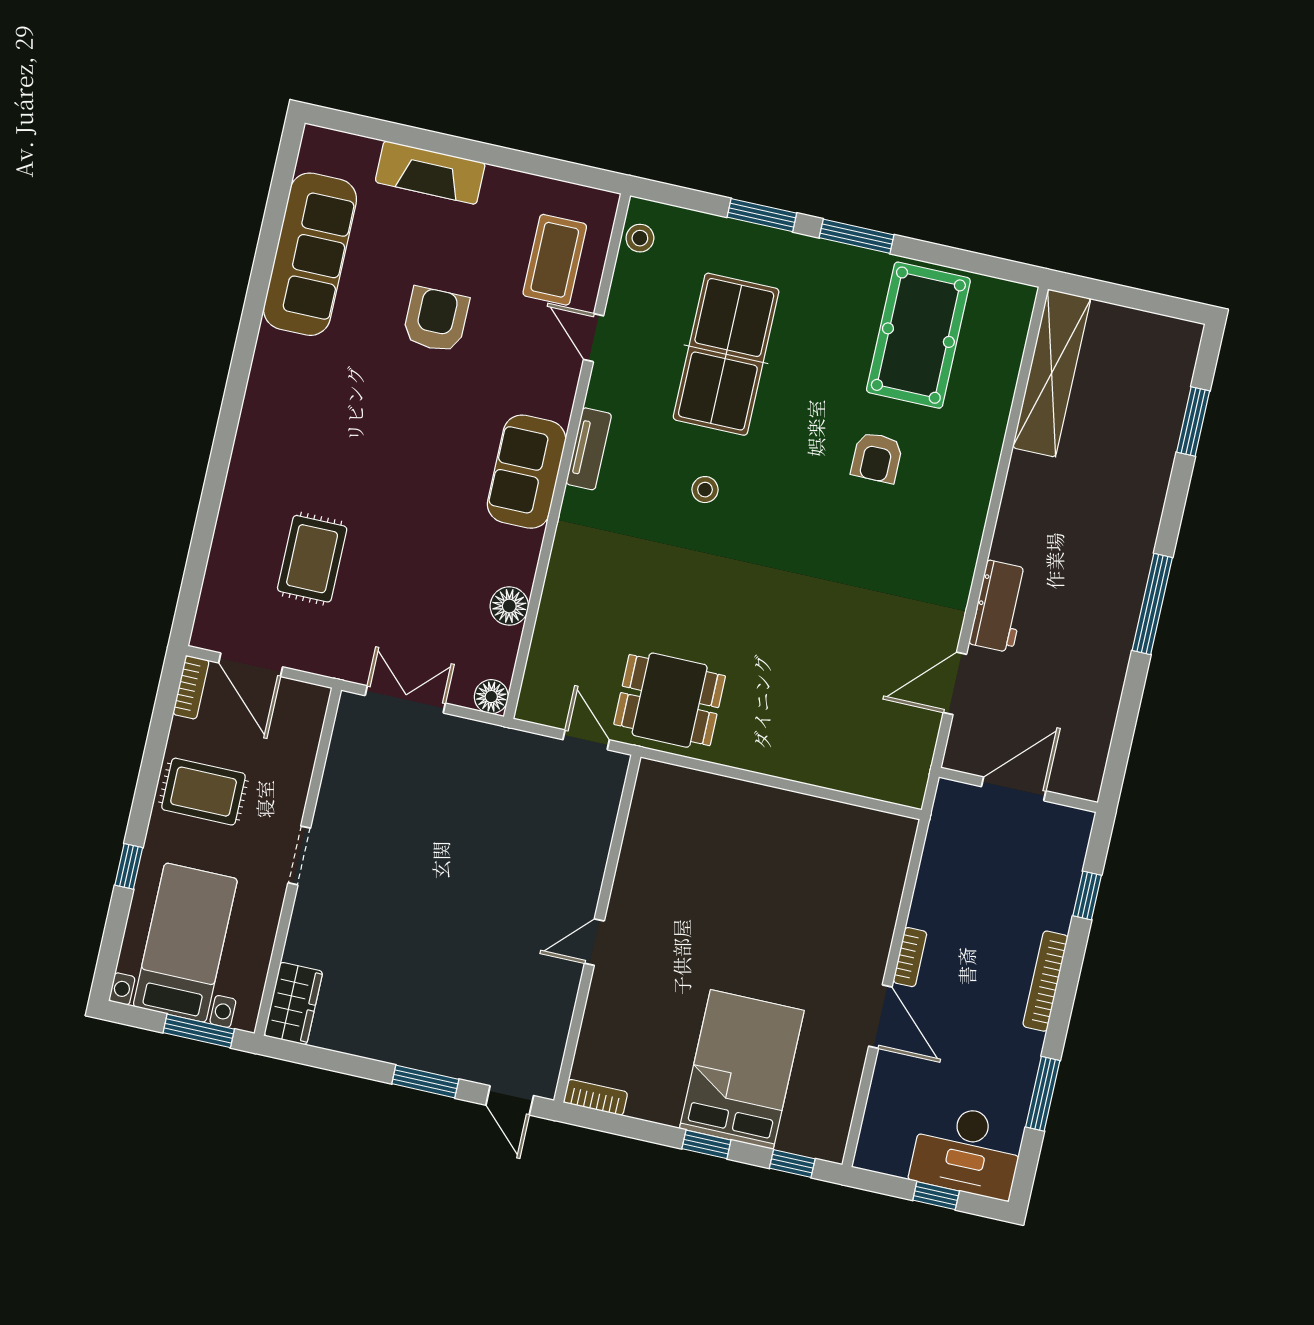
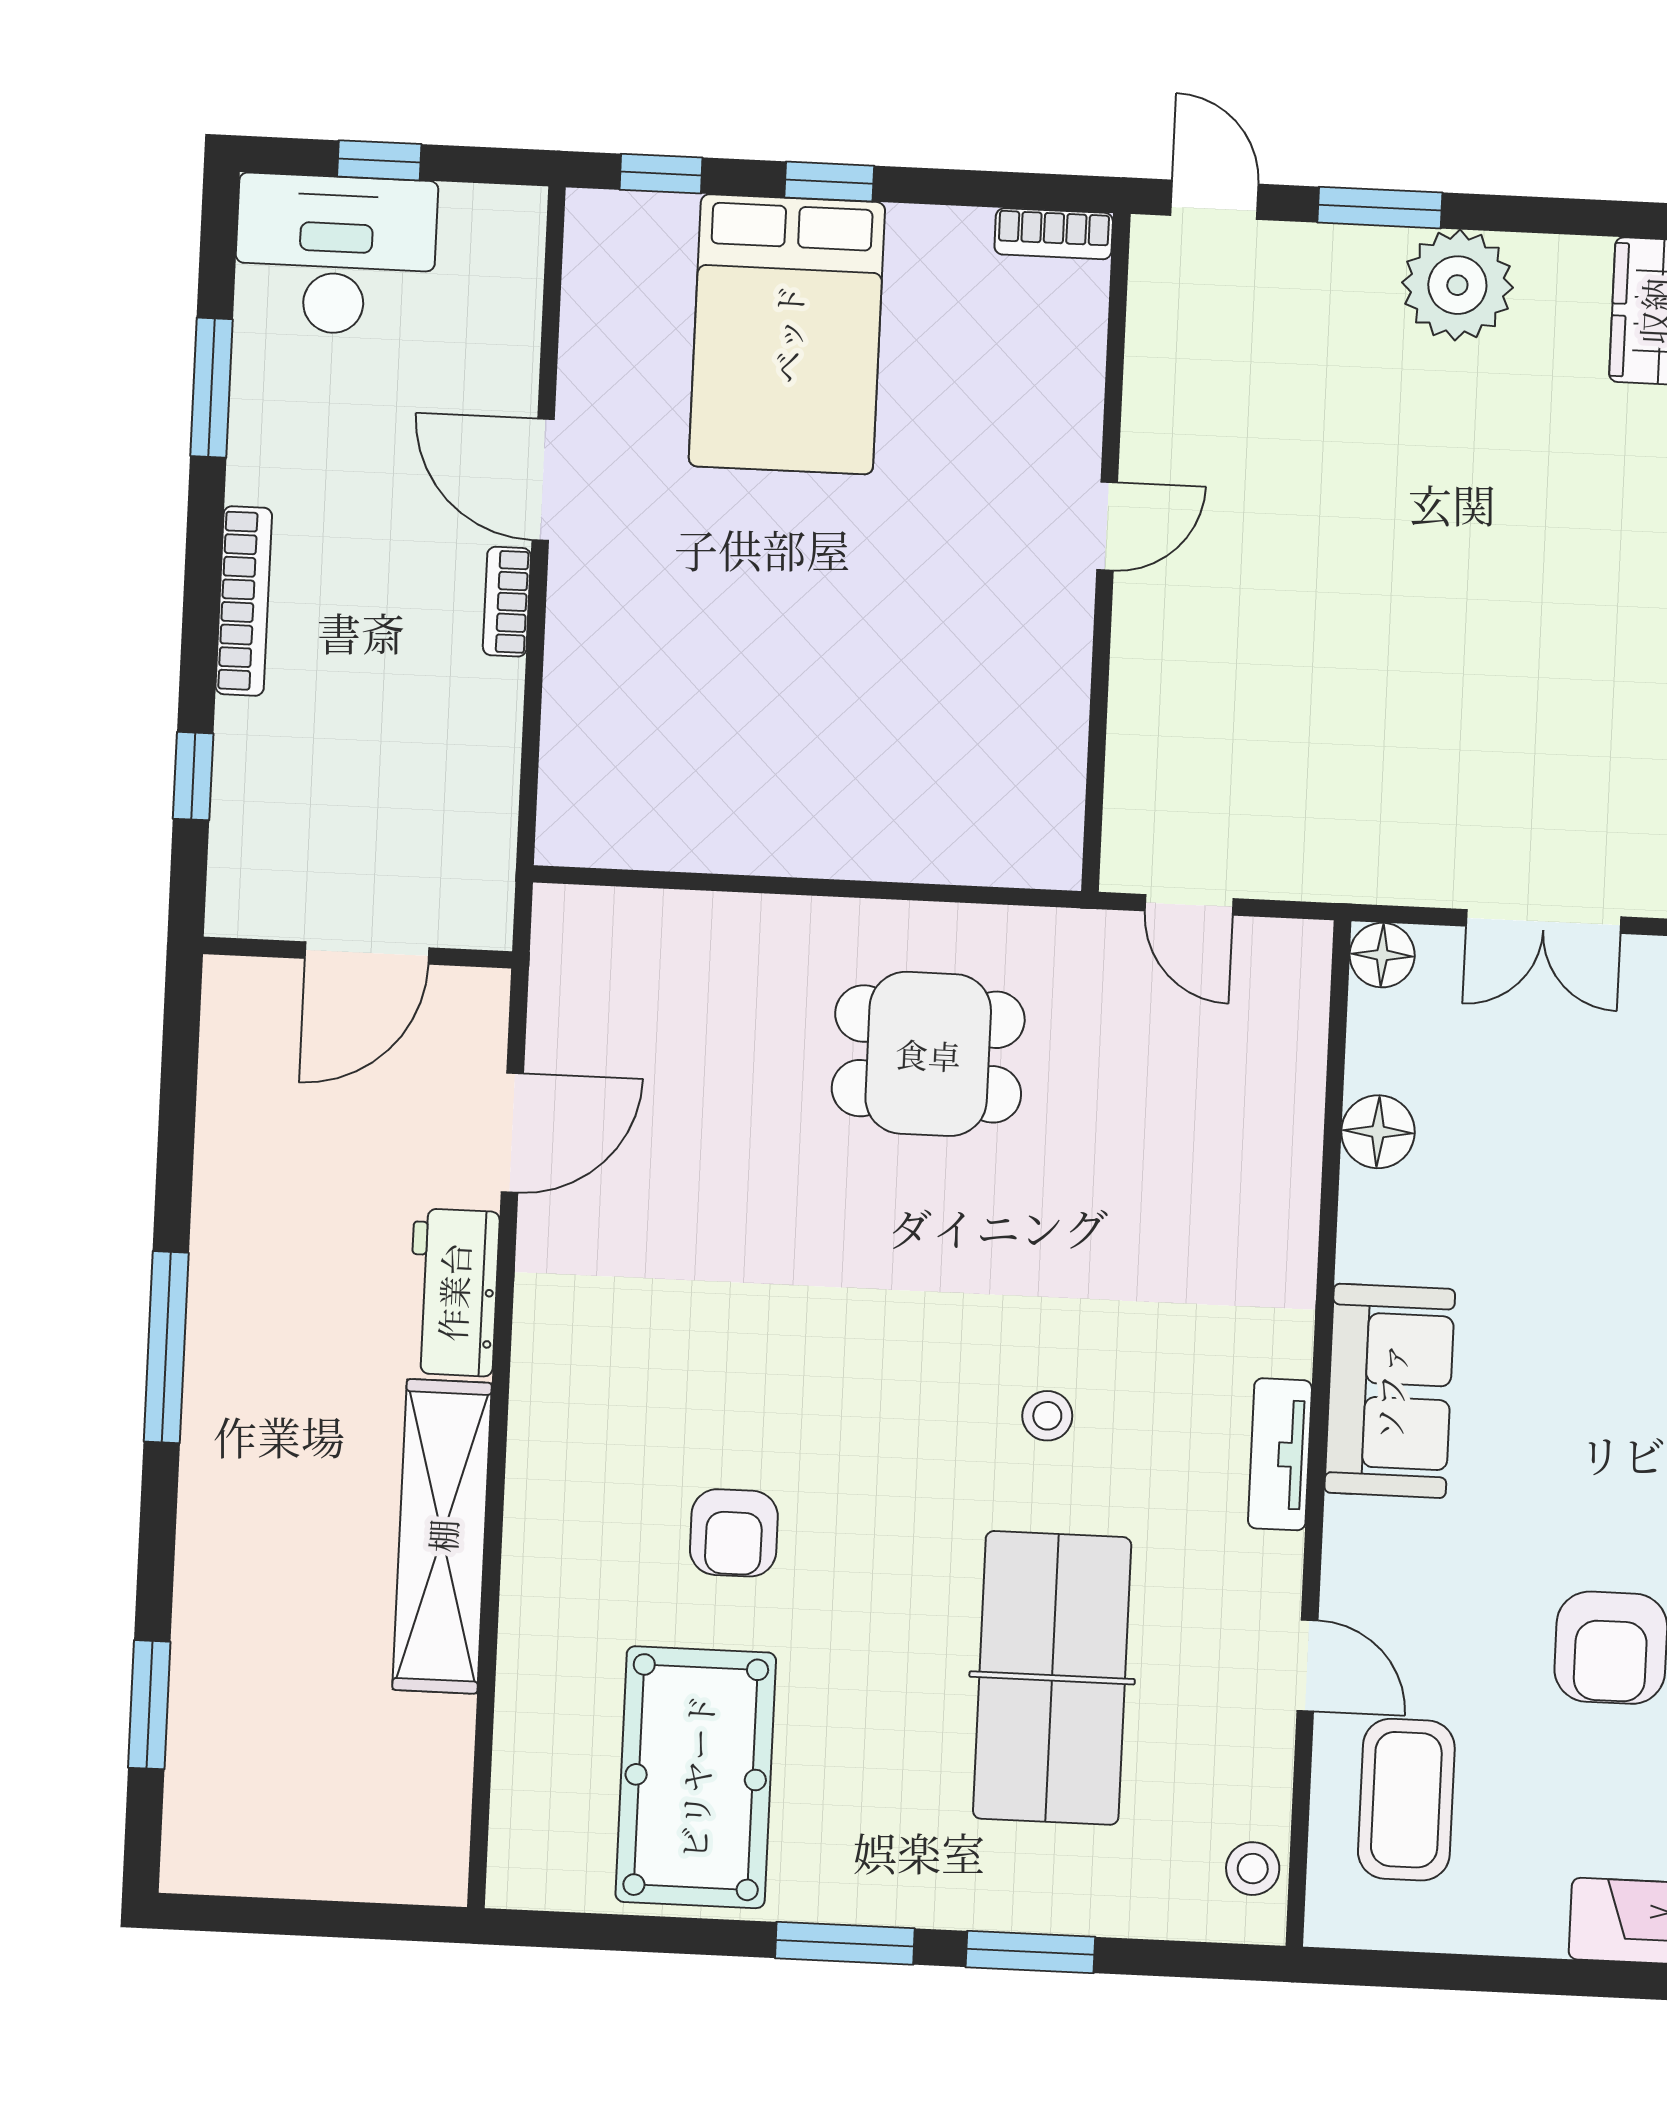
shelving: (1052, 373) -> (442, 1536), moved
armchair: (877, 457) -> (734, 1533), turned 180
dining table: (670, 700) -> (928, 1054), moved
plant: (392, 1035) -> (1457, 285), added

